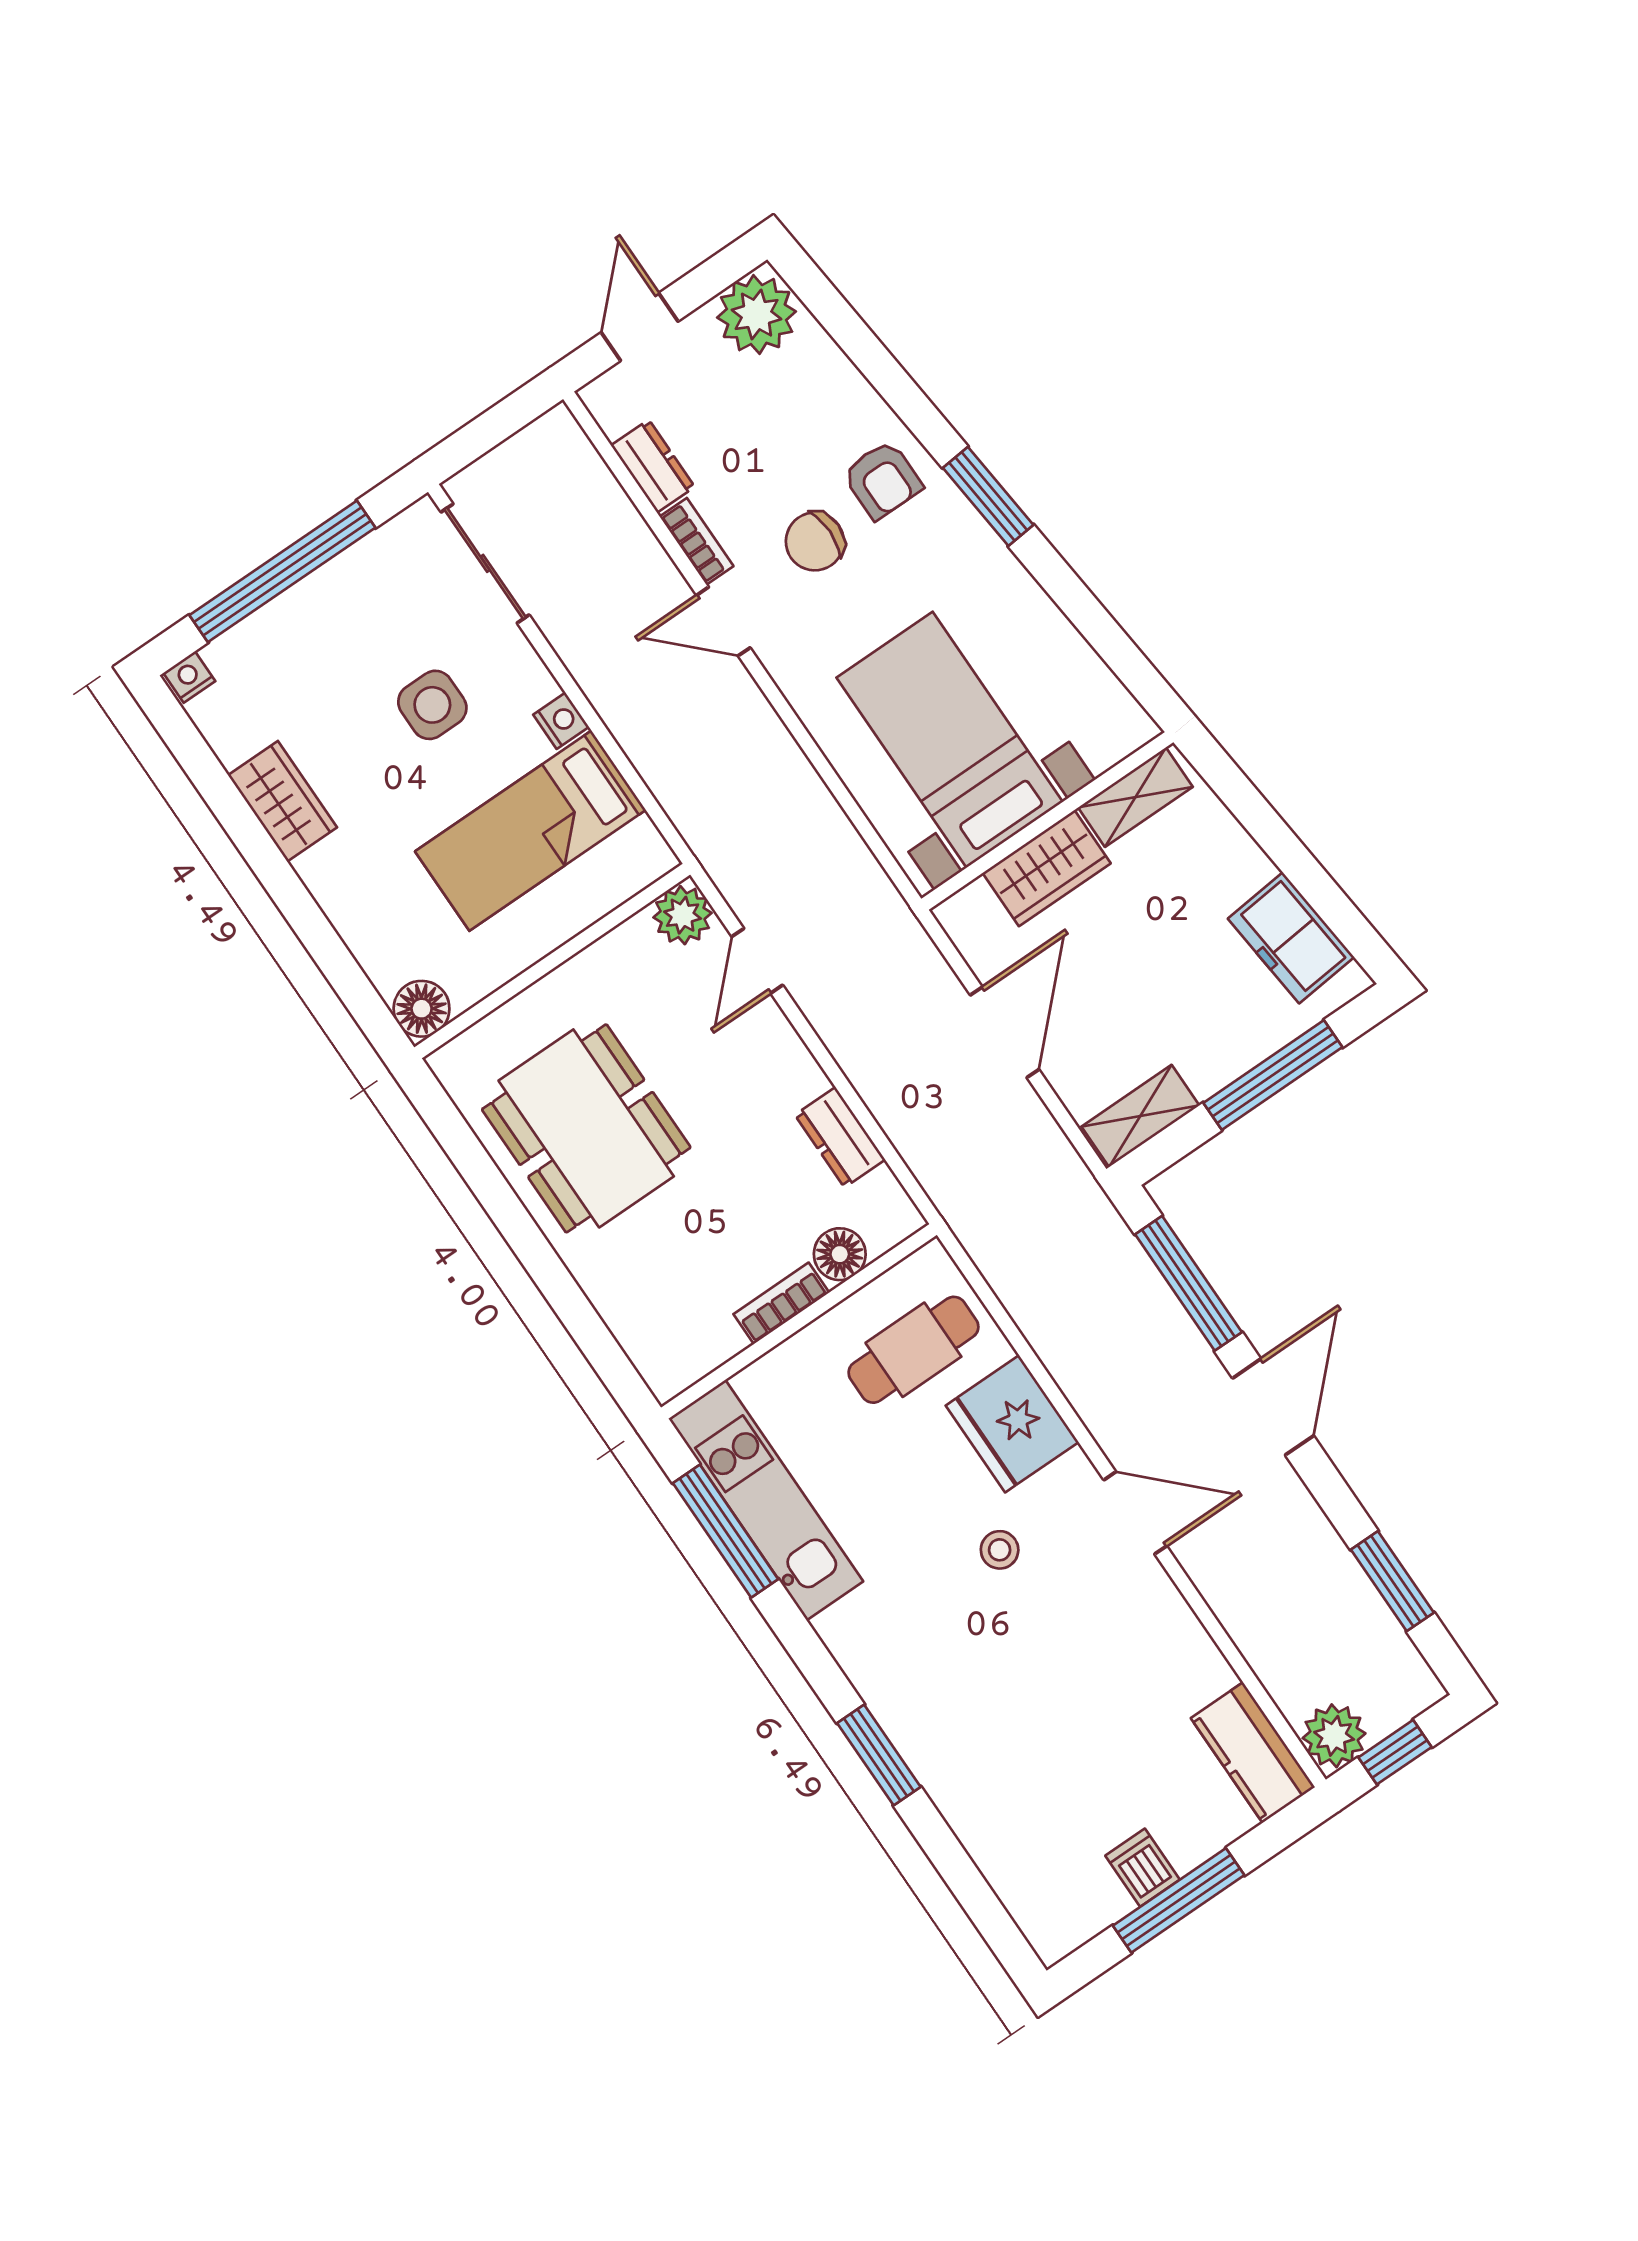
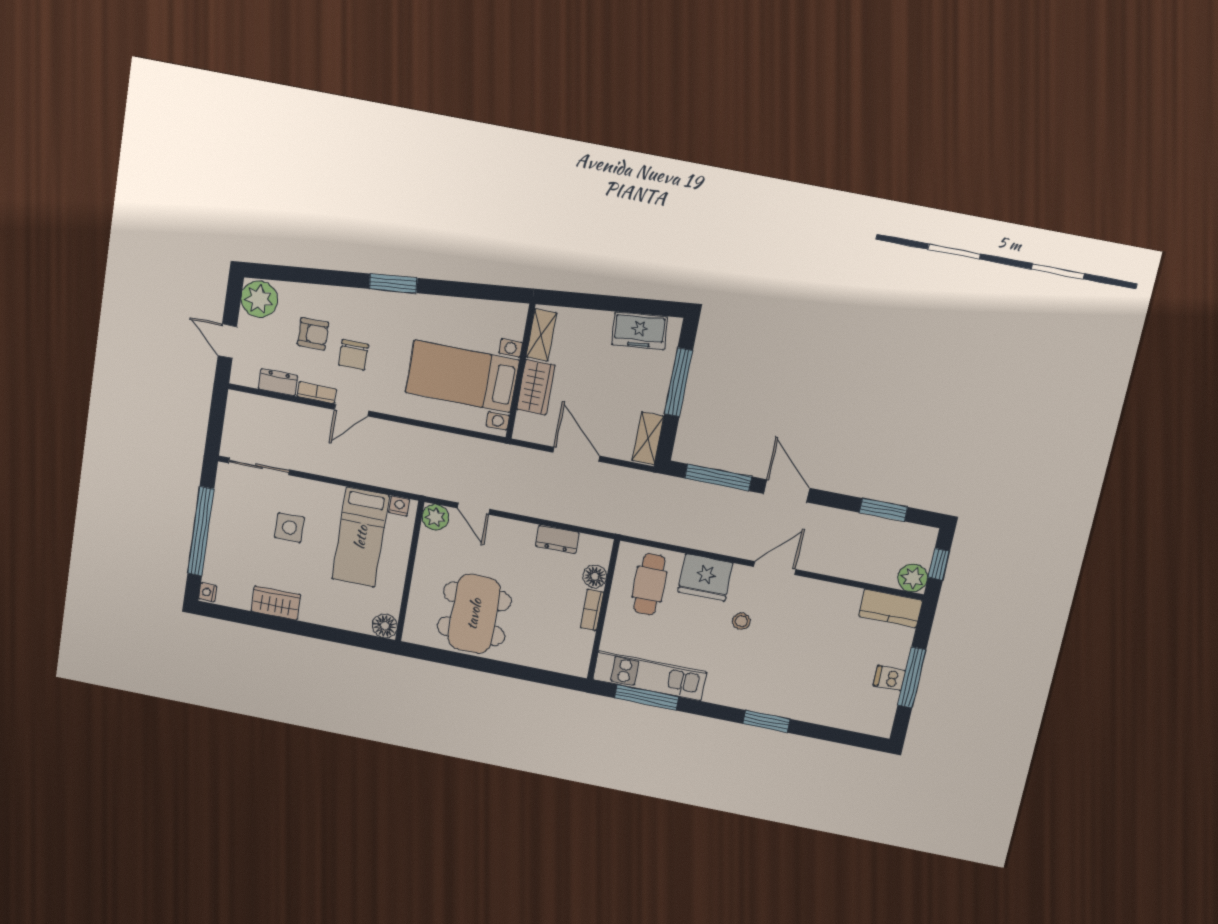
armchair: (882, 480) -> (313, 334), moved
nightstand: (561, 721) -> (399, 506), moved
dining table: (586, 1128) -> (474, 614), turned 90

